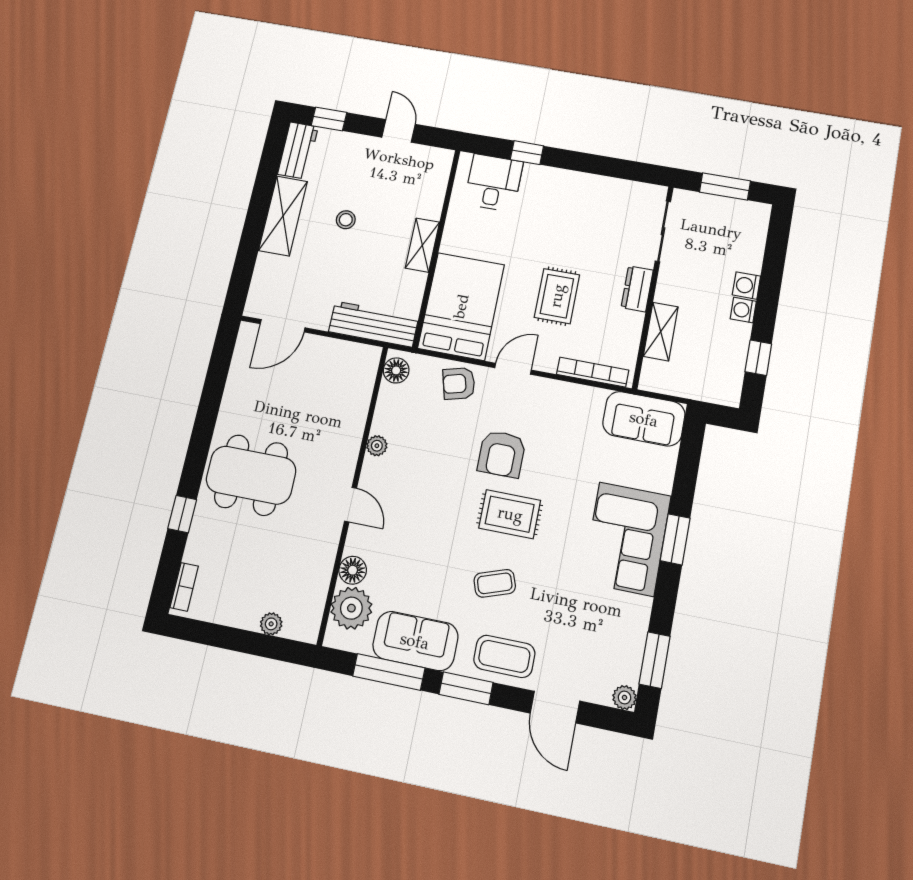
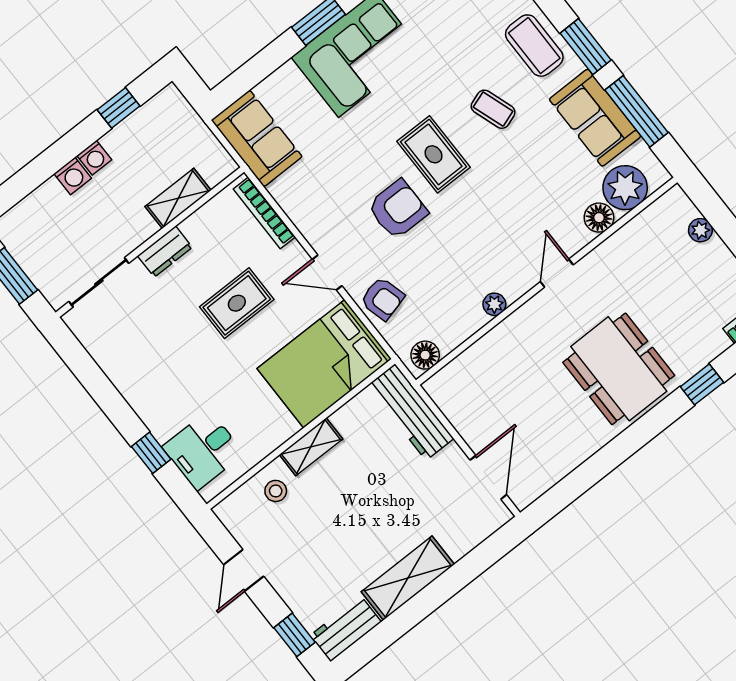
stool: (346, 220) -> (276, 491), moved
door: (283, 326) -> (488, 477), hinge flipped

